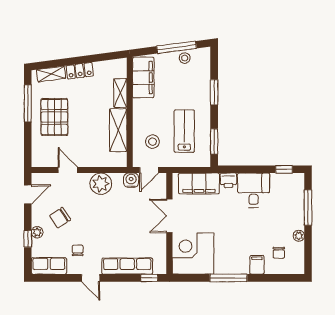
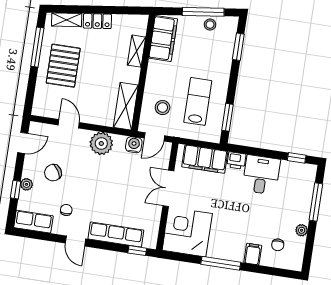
window: (214, 92) -> (238, 47), moved
shelving: (118, 130) -> (126, 106), moved

